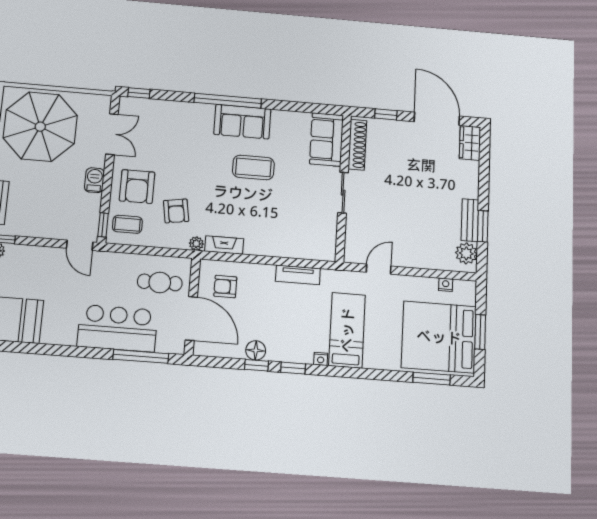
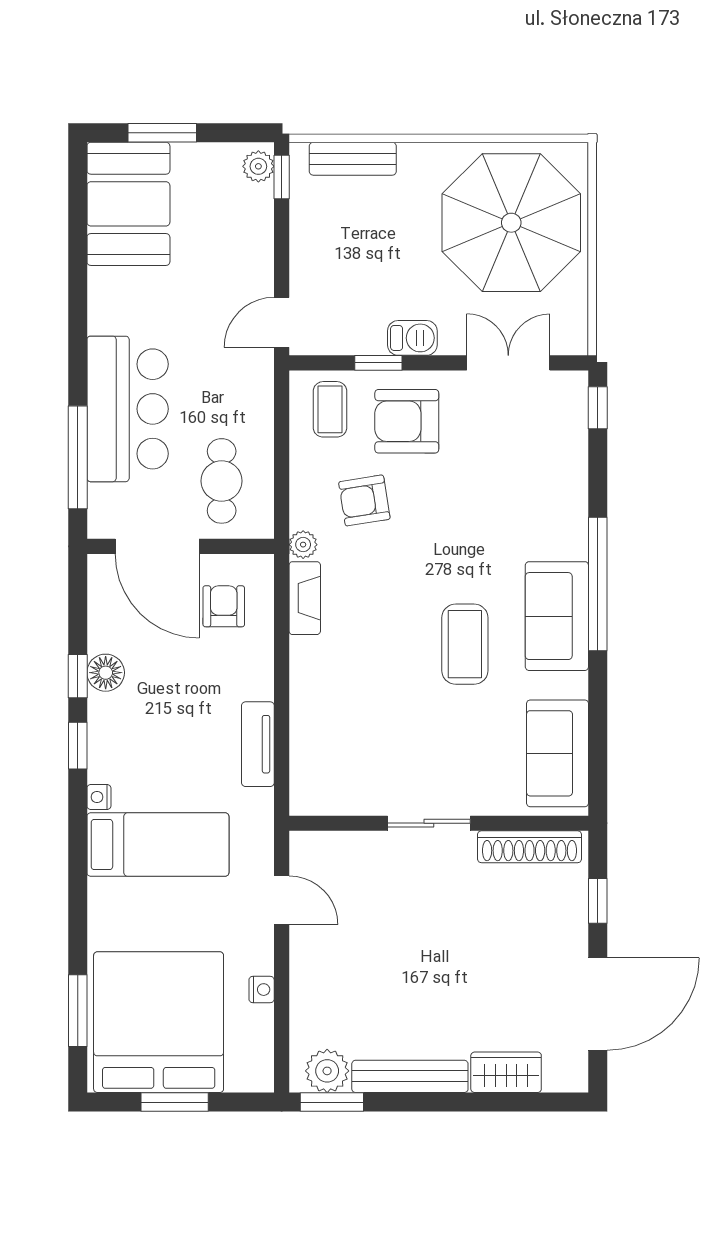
double door: (112, 134) -> (508, 363), swing flipped
sofa: (326, 139) -> (558, 753), moved, turned -90
wardrobe: (470, 143) -> (506, 1072), moved
bench: (470, 220) -> (410, 1076), width x1.36
window: (103, 225) -> (378, 363), moved
window: (483, 226) -> (332, 1102), moved
nightstand: (446, 285) -> (262, 990), moved
door: (191, 318) -> (157, 546), hinge flipped

